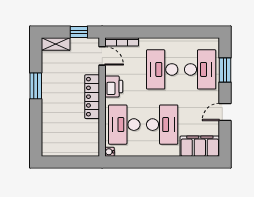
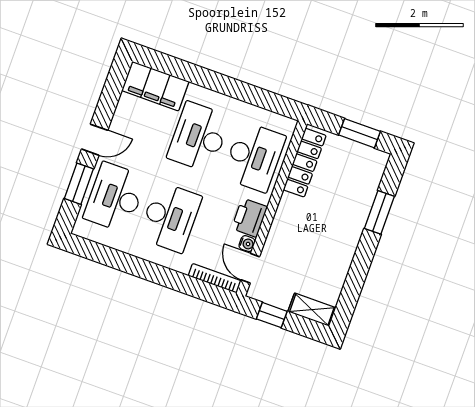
window: (36, 86) -> (379, 212), moved
locker: (92, 97) -> (305, 163), moved
door: (225, 112) -> (95, 140), moved
water cooler: (110, 152) -> (247, 244), moved
window: (65, 162) -> (359, 133), added

